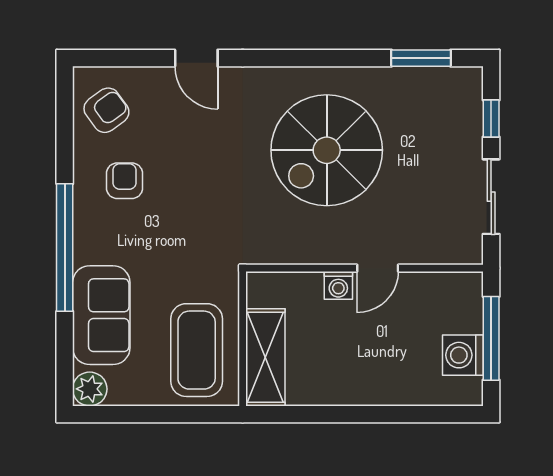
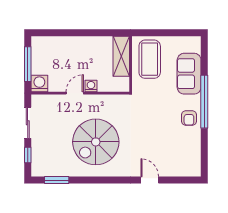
armchair: (106, 110) -> (187, 158), removed
spiral stairs: (327, 150) -> (96, 142), turned 180
armchair: (125, 181) -> (189, 118), moved
washing machine: (463, 355) -> (39, 83), moved, turned -90
plant: (90, 389) -> (194, 43), removed

